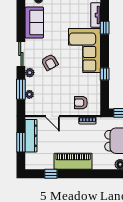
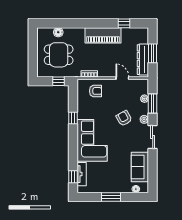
window: (105, 28) -> (73, 177), moved
armchair: (50, 62) -> (124, 118), moved

